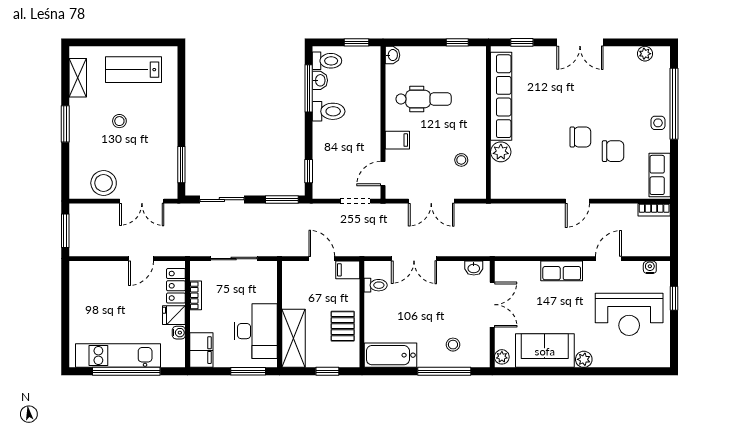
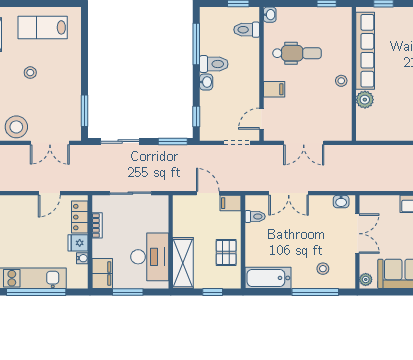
toilet: (327, 61) -> (247, 30), moved, turned 180
washbasin: (320, 80) -> (206, 82), moved
stool: (461, 160) -> (341, 81), moved
window: (248, 371) -> (128, 292), moved

